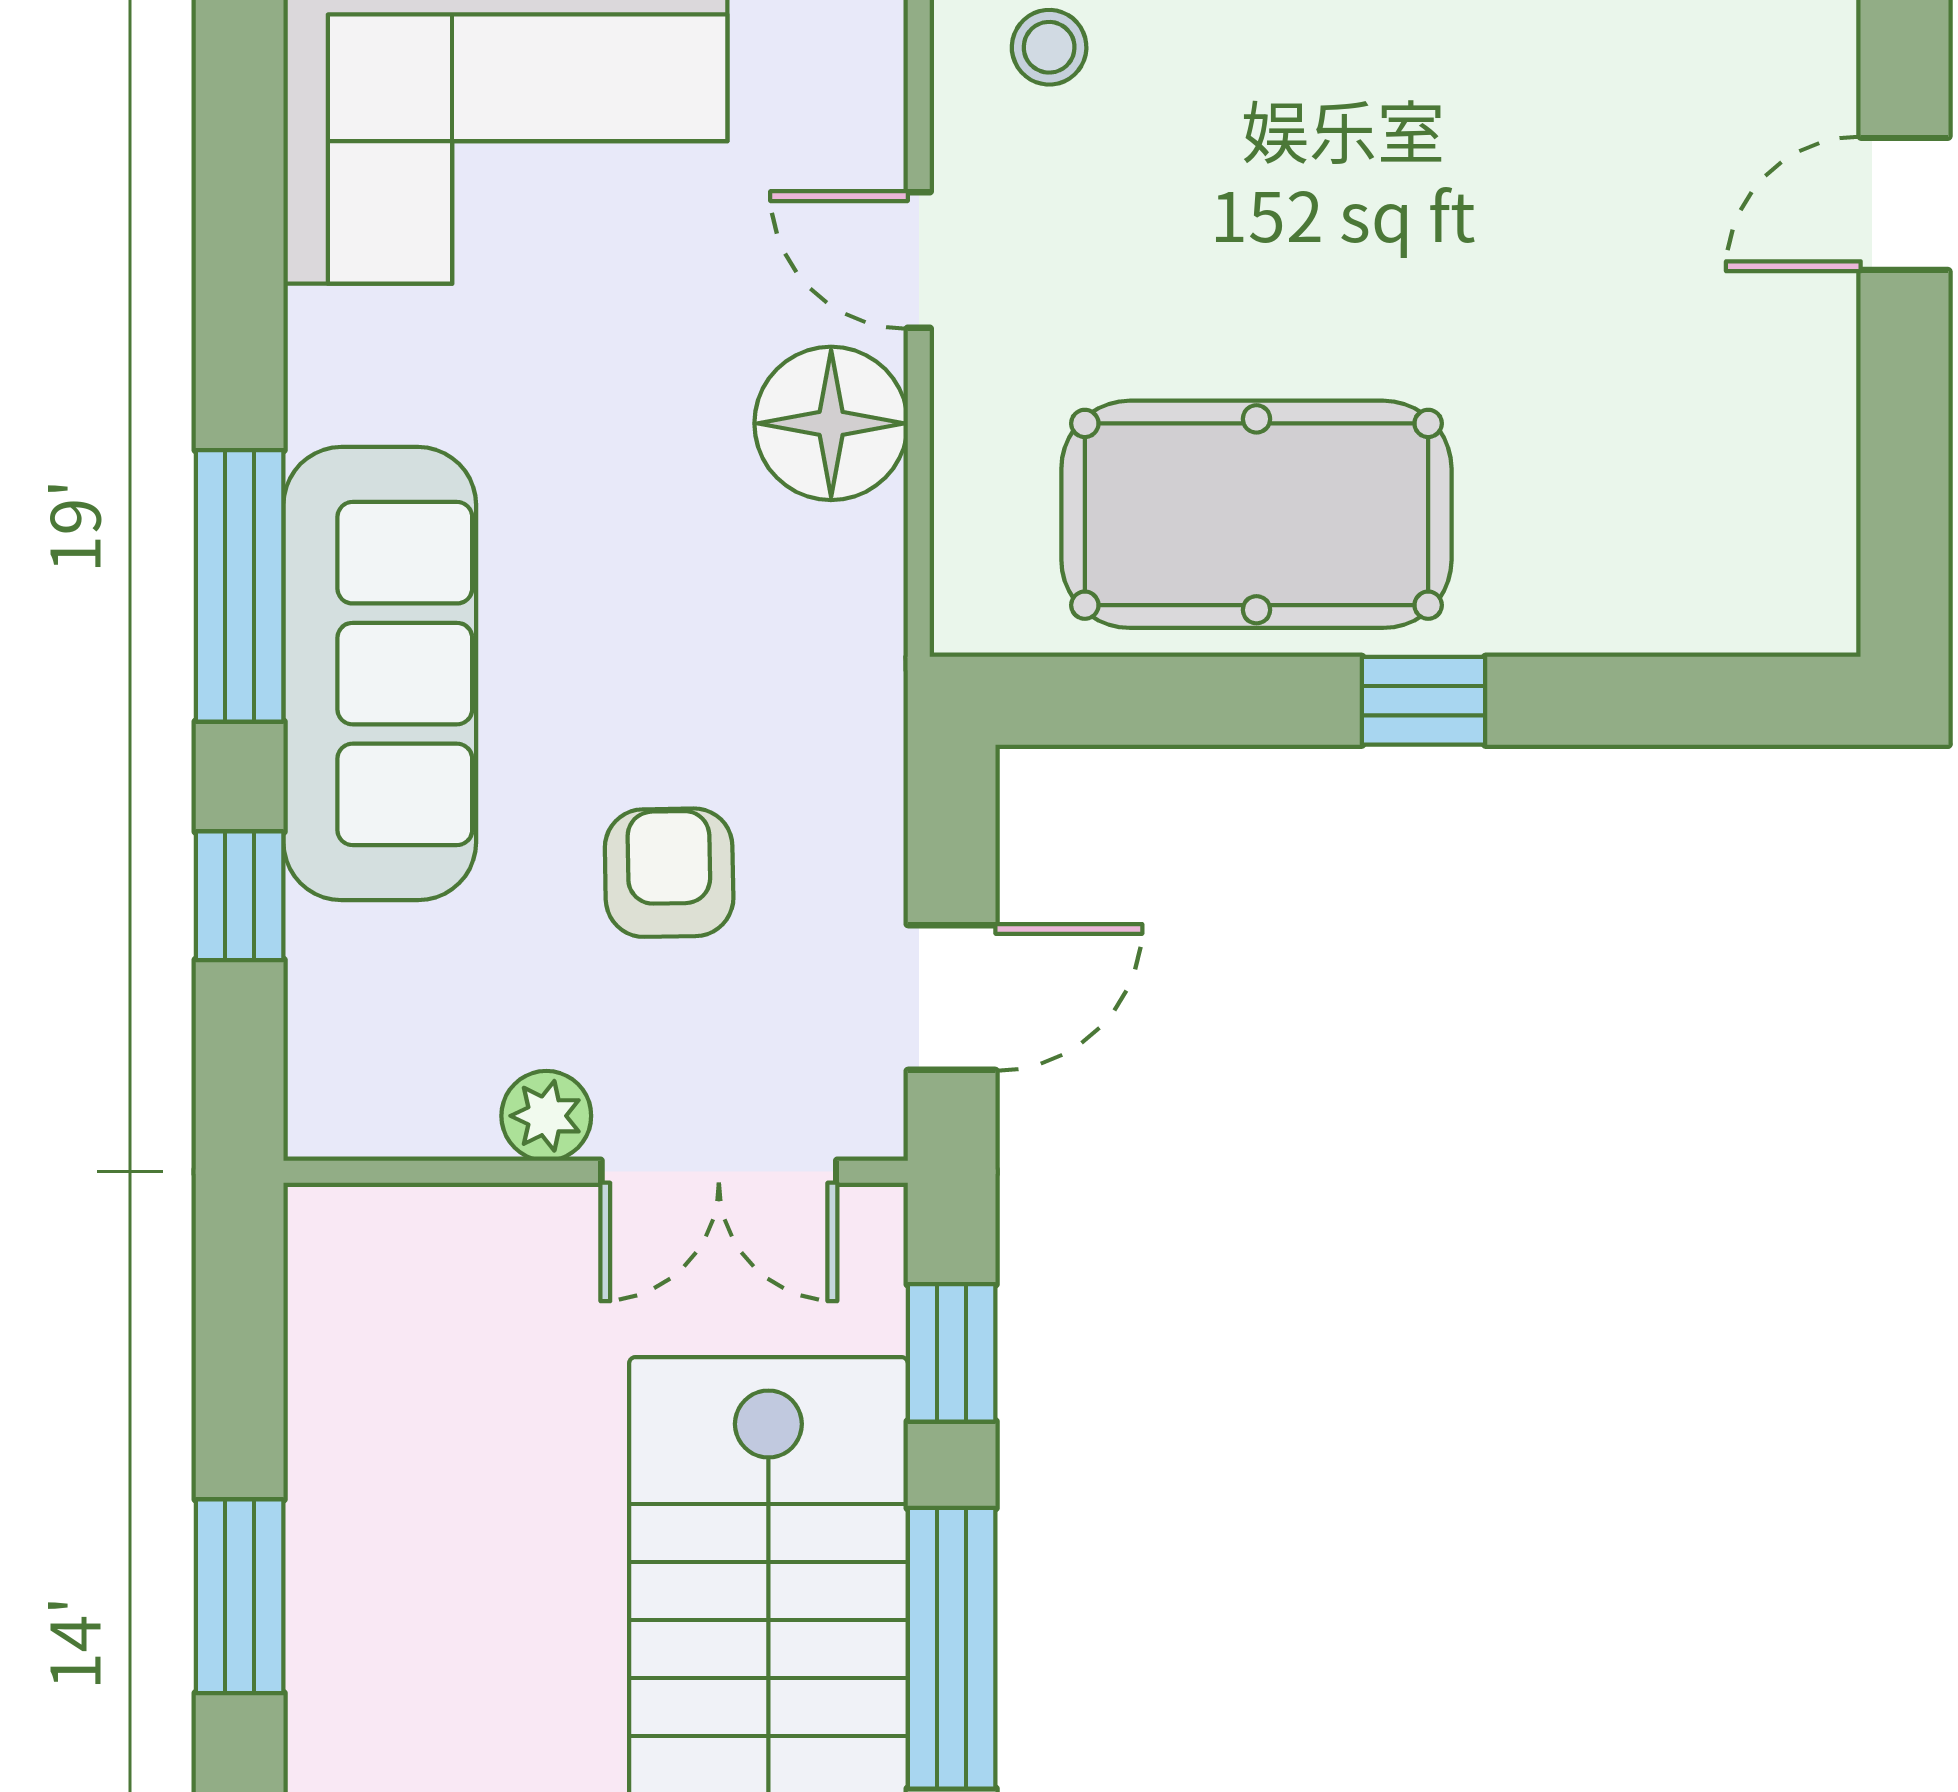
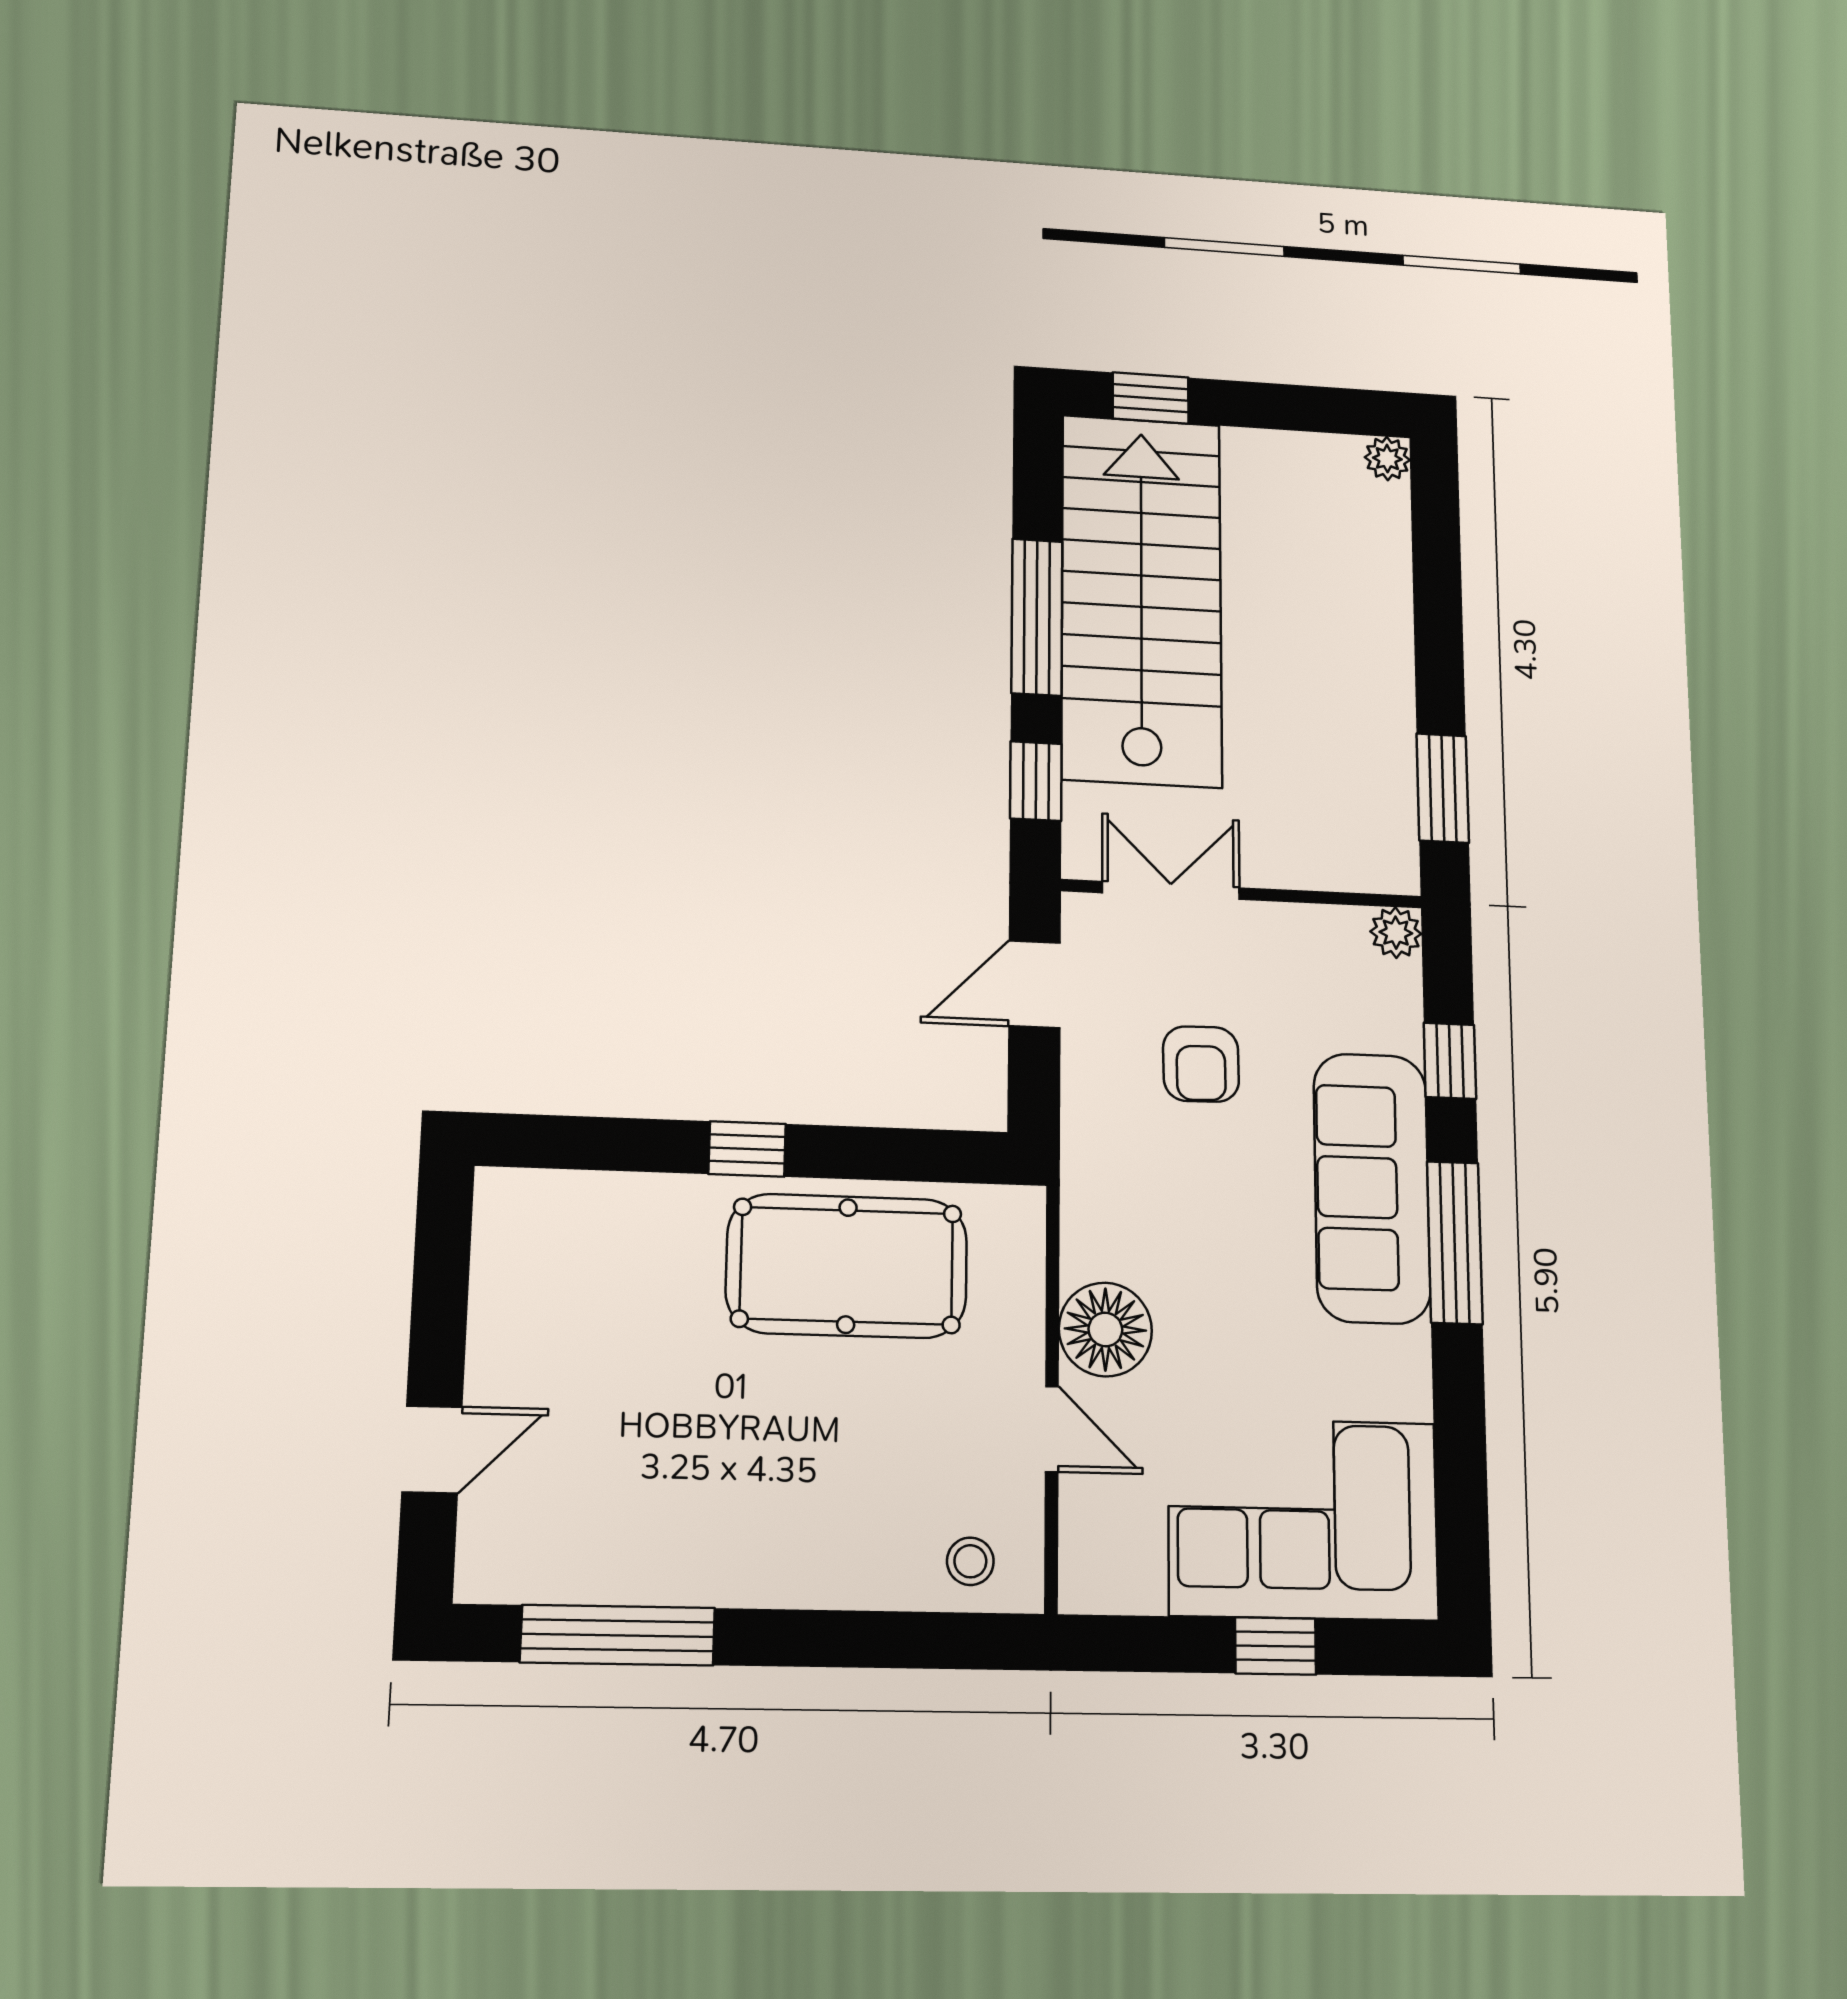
plant: (546, 1116) -> (1396, 933), moved
window: (240, 1596) -> (1443, 788), moved

